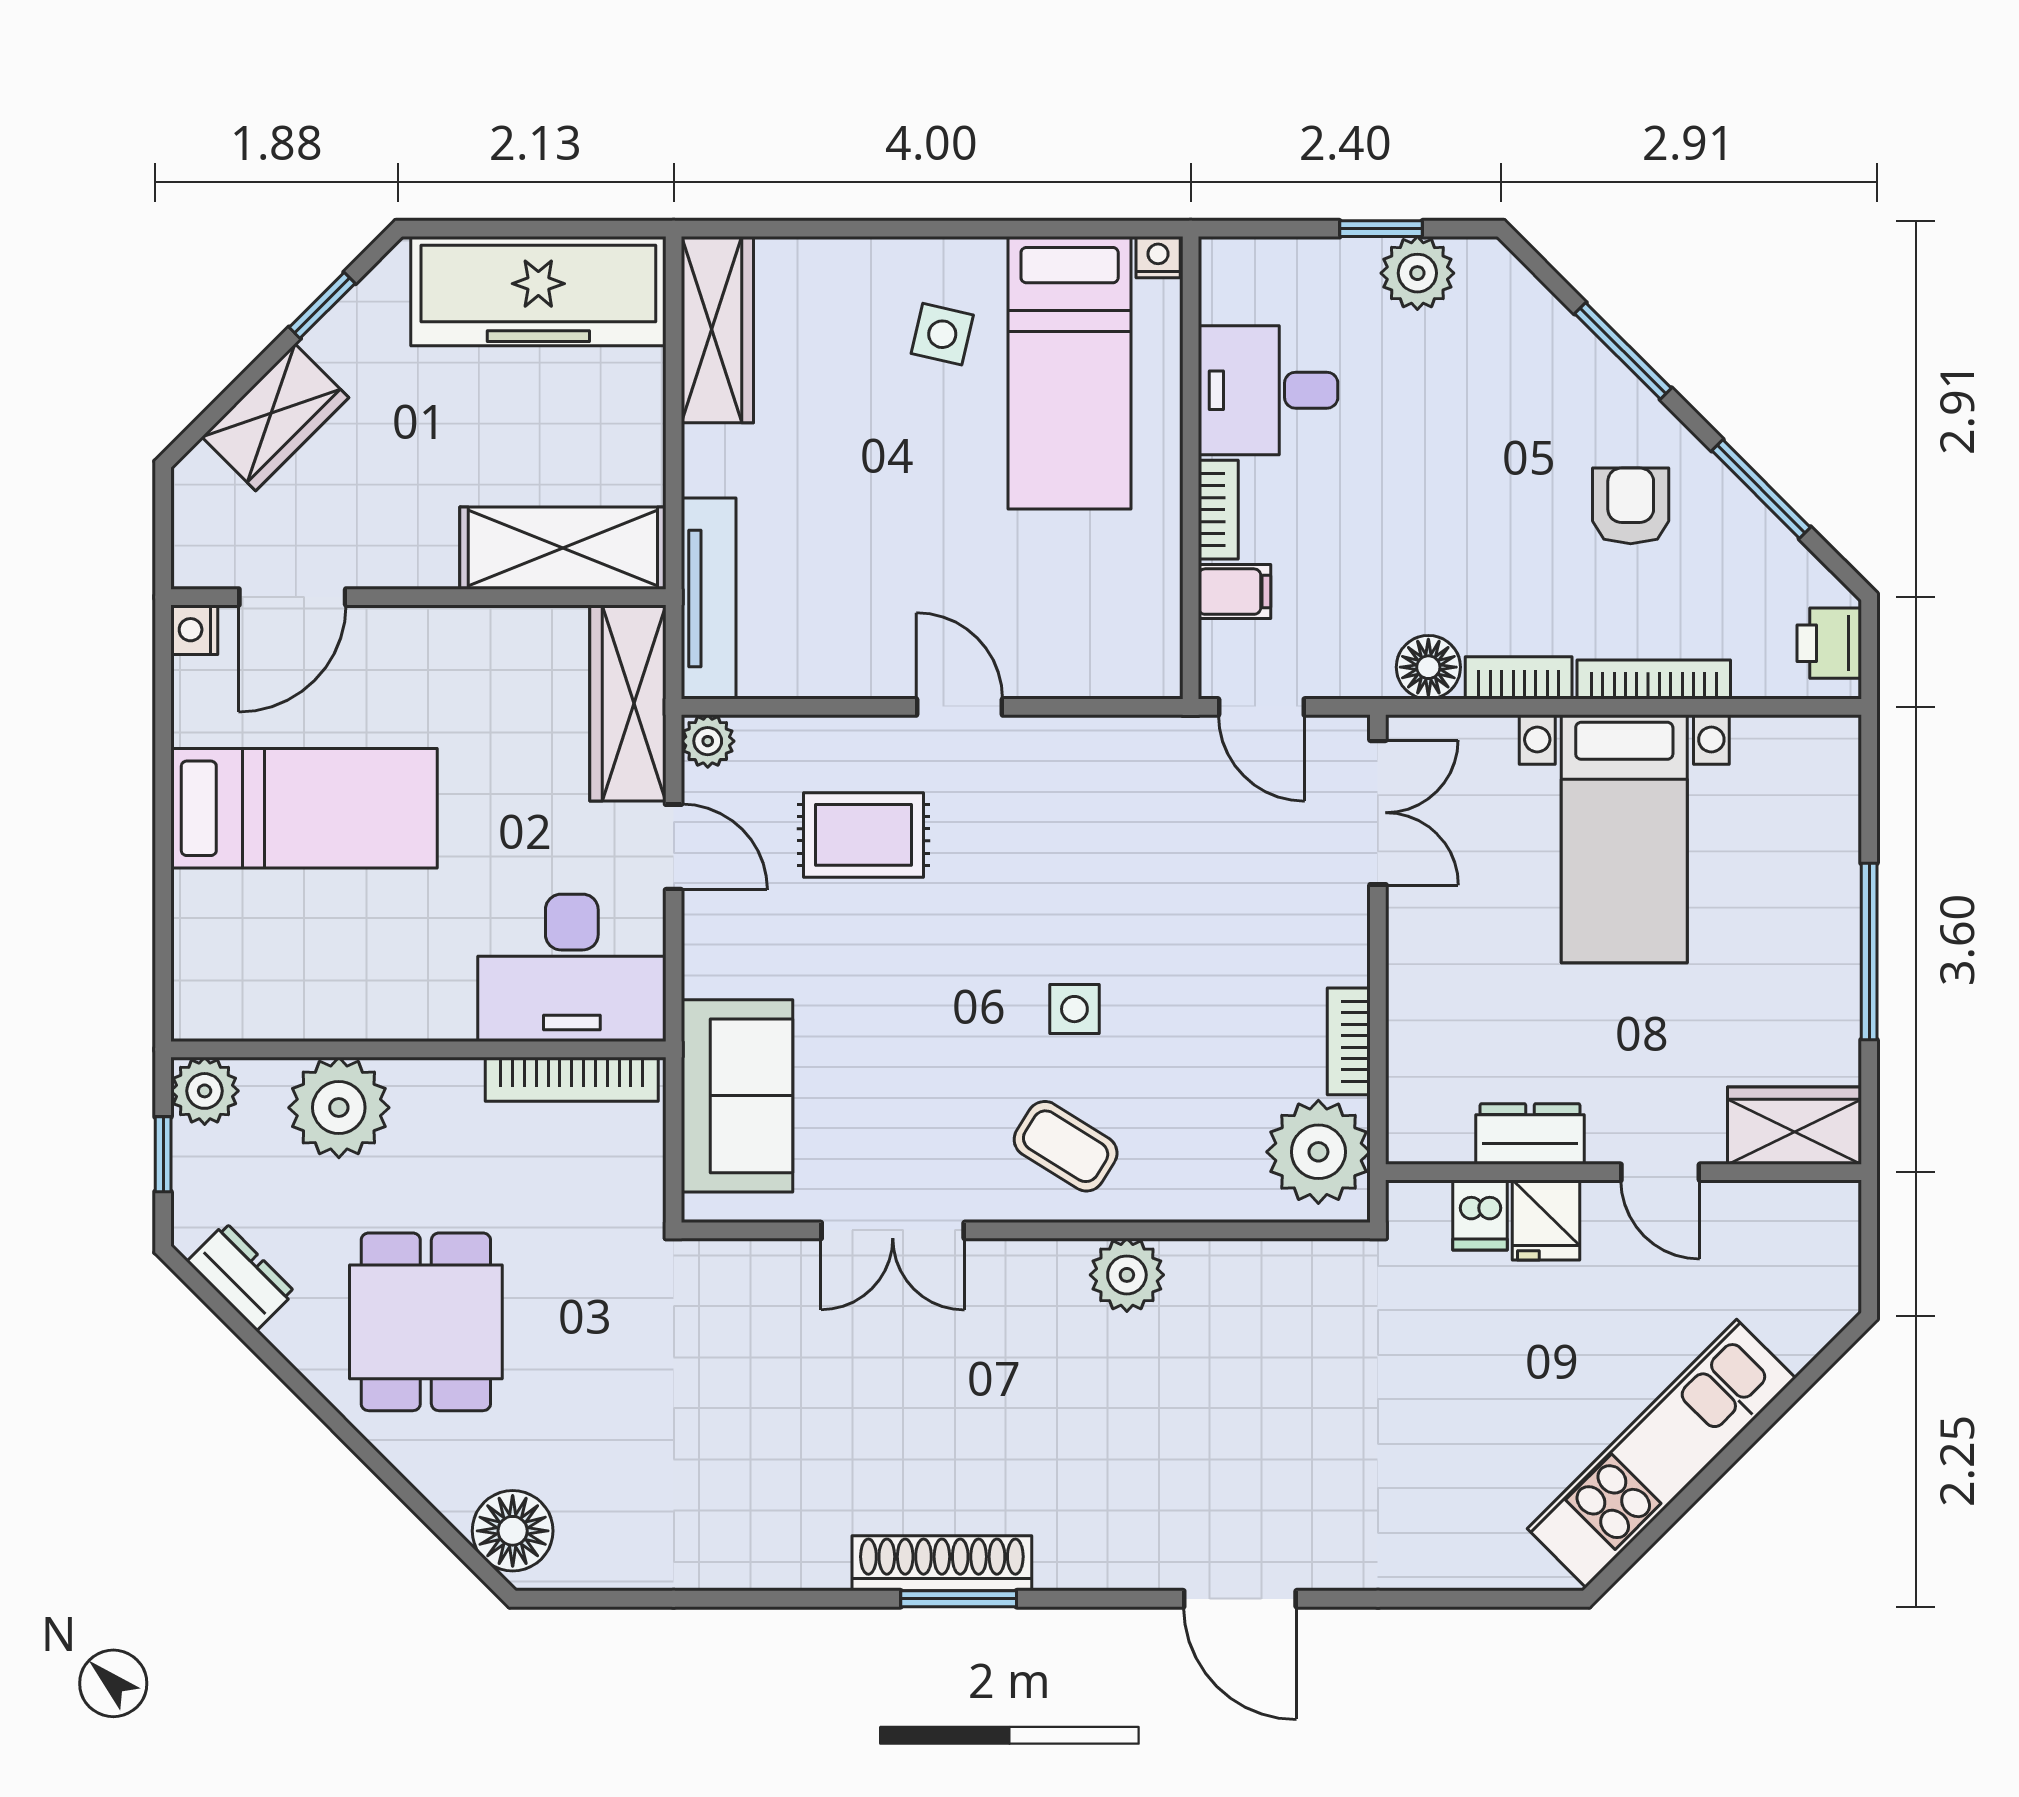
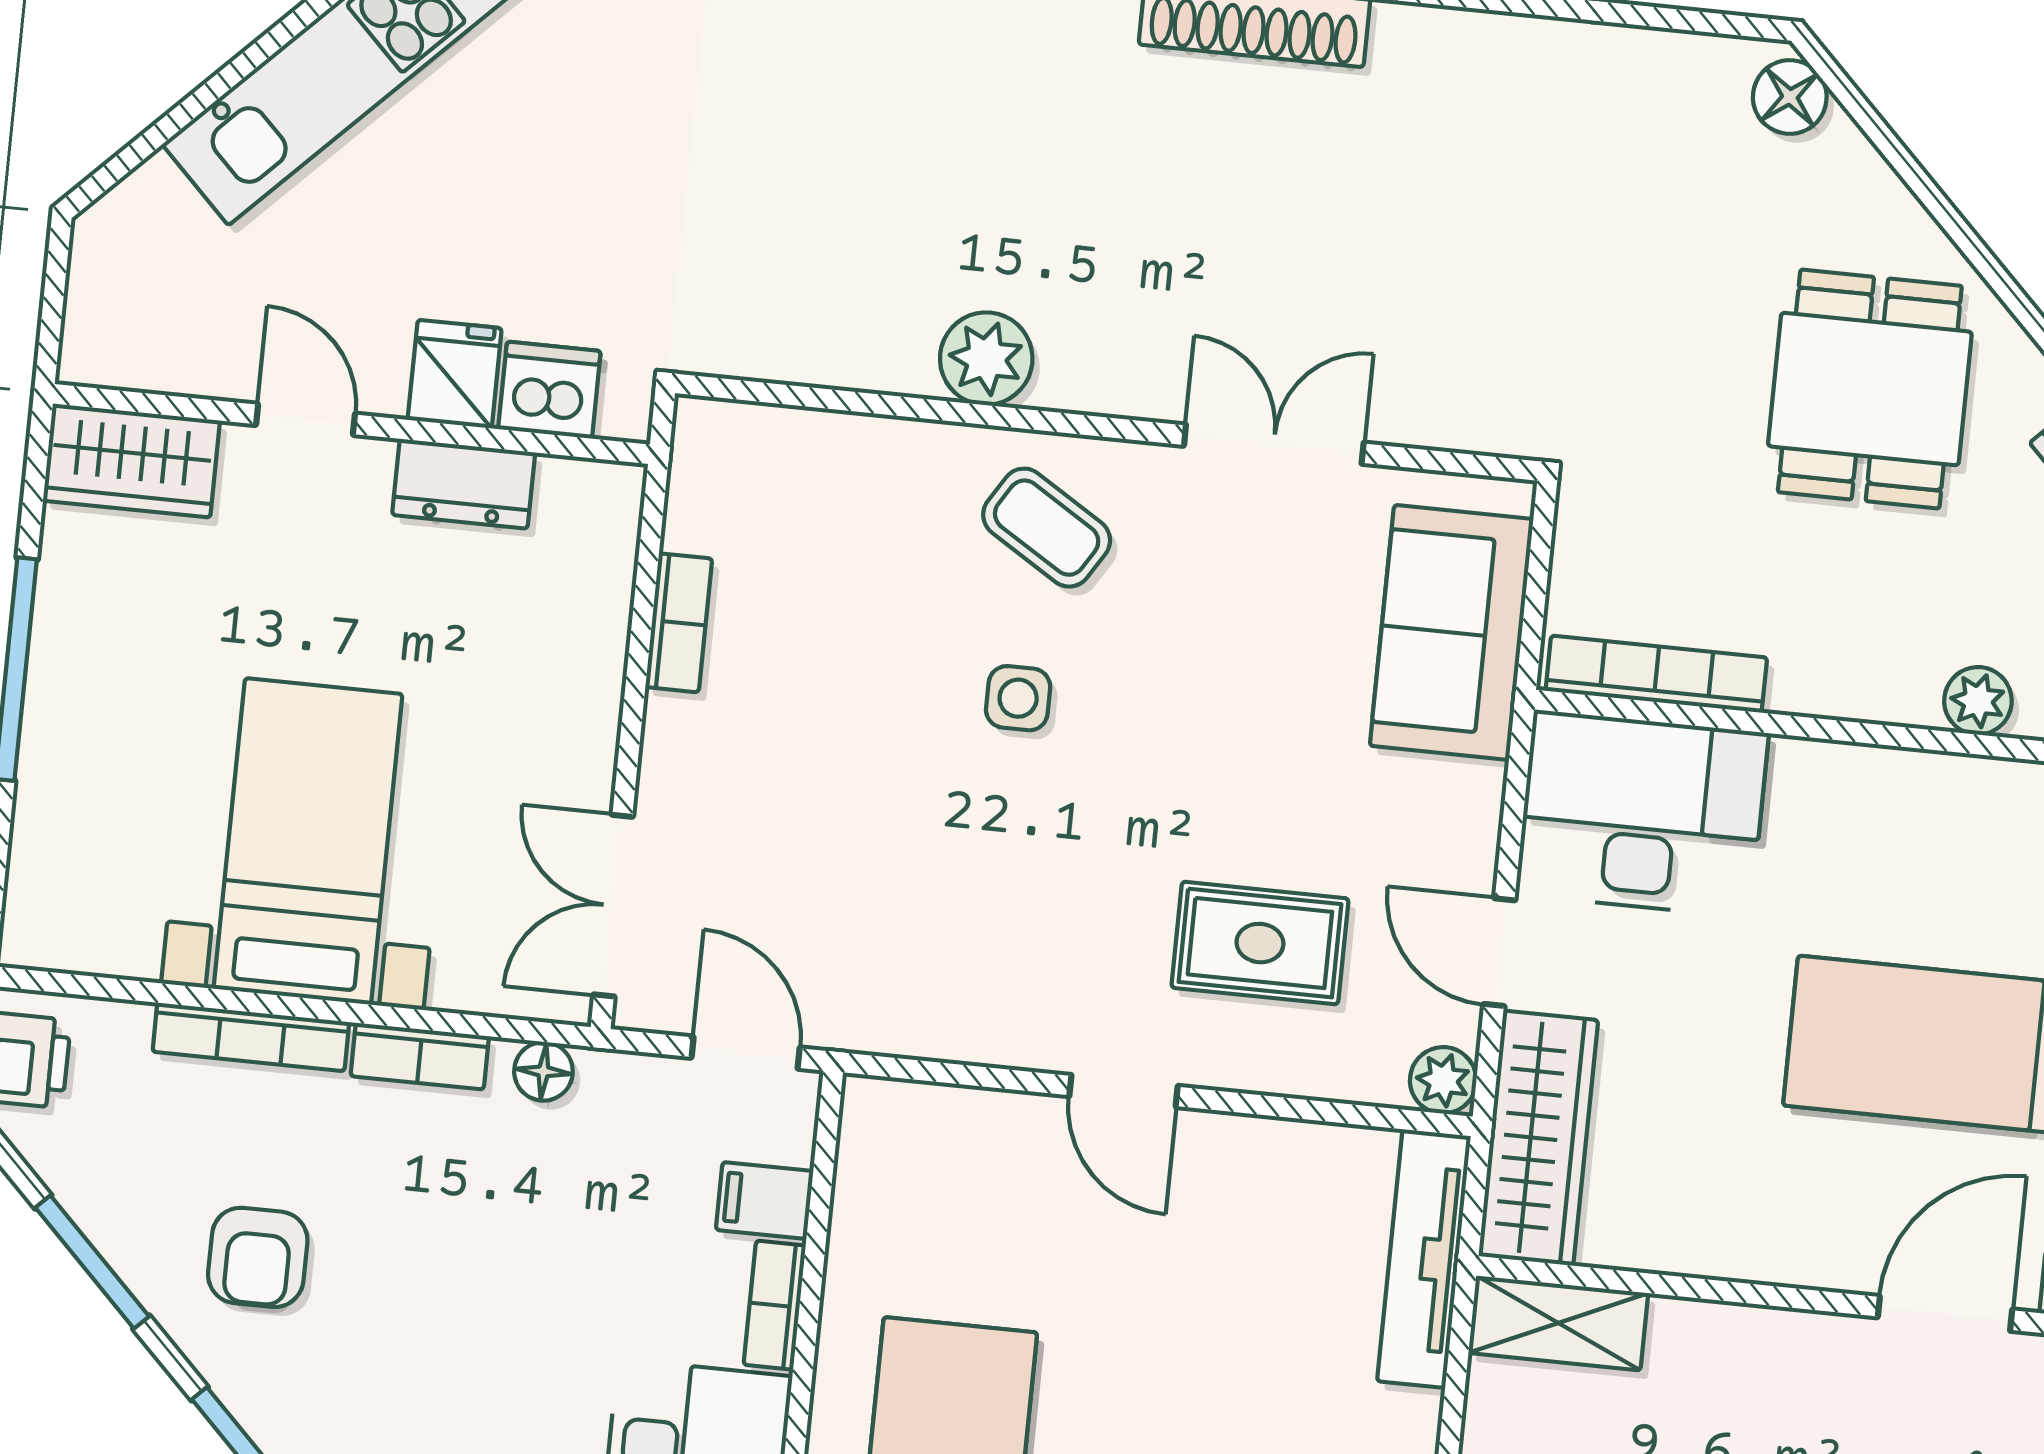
shelving: (563, 548) -> (1558, 1323), width x0.67, depth x0.75
floor lamp: (1428, 667) -> (543, 1071), width x0.73, depth x0.73
plant: (339, 1108) -> (1978, 701), width x0.53, depth x0.53
plant: (1318, 1152) -> (731, 488), removed
dishwasher: (1480, 1215) -> (549, 390), width x1.38
floor lamp: (513, 1531) -> (1790, 97), width x0.73, depth x0.73

